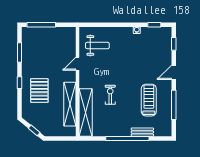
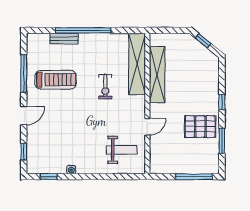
weight bench: (97, 45) -> (122, 150), turned 180
pallet: (39, 91) -> (200, 127), moved, turned 90
treadmill: (149, 100) -> (56, 80), turned -90

